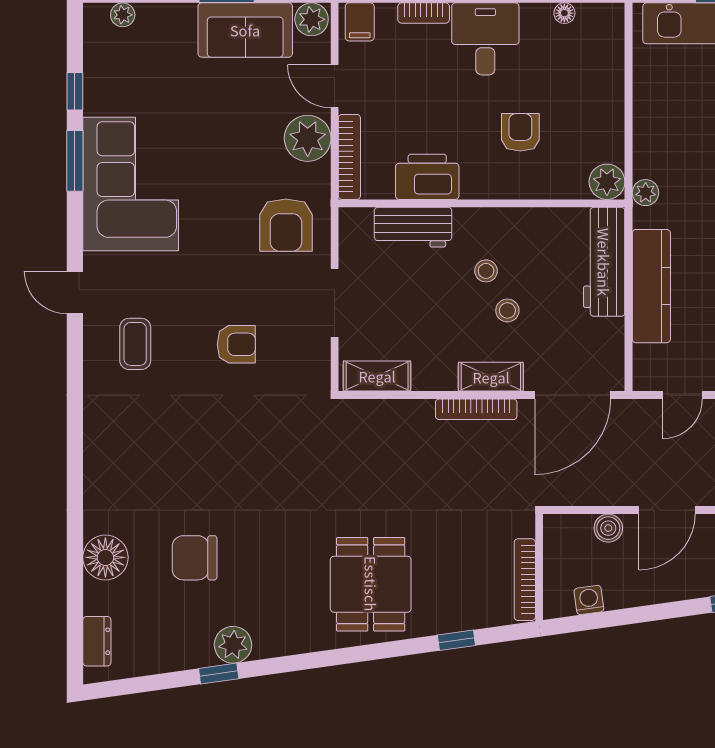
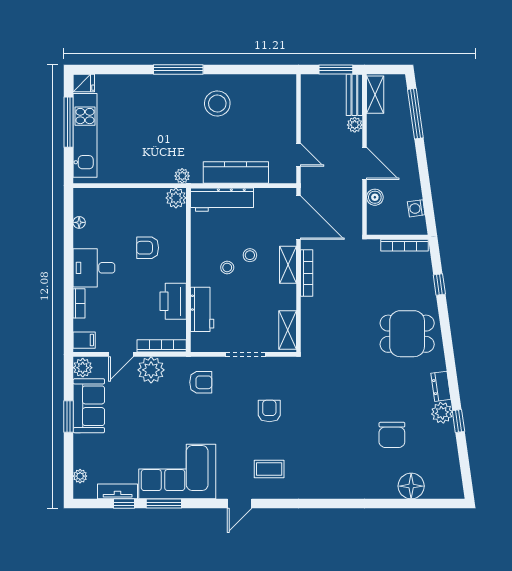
tv unit: (96, 80) -> (118, 491), added
armchair: (286, 225) -> (201, 382), width x0.72, depth x0.72
floor lamp: (105, 557) -> (411, 486), moved
dresser: (97, 641) -> (441, 386), moved, turned -98

